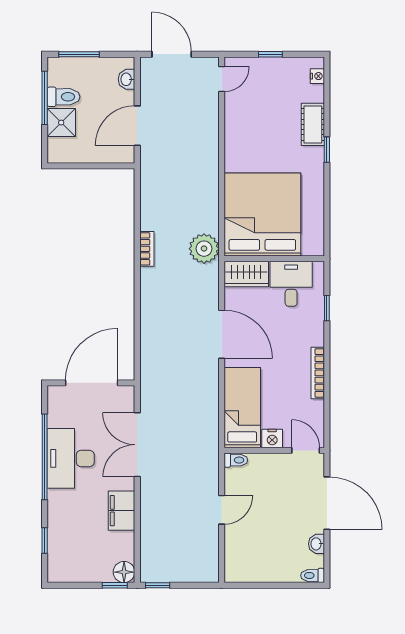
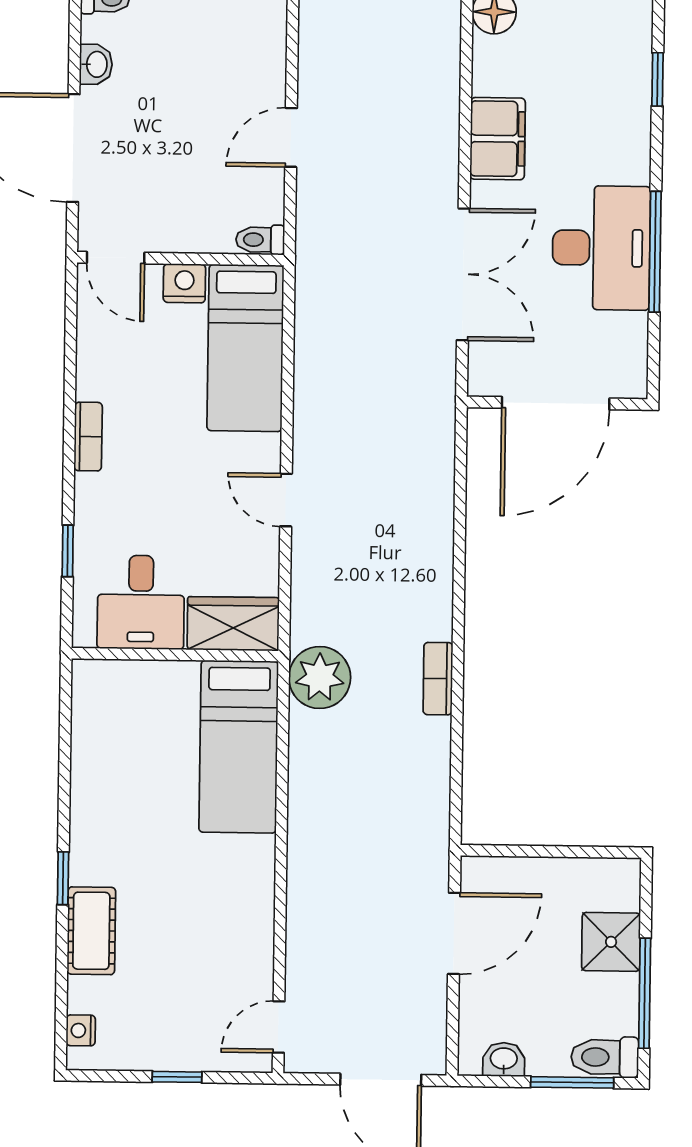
washbasin: (127, 79) -> (504, 1059), moved, turned -90
toilet: (63, 97) -> (605, 1057), moved
bed: (262, 214) -> (239, 747), width x0.49
door: (222, 334) -> (286, 500), width x0.53
bookcase: (318, 373) -> (88, 437), width x0.64
window: (45, 457) -> (655, 252), width x0.68

